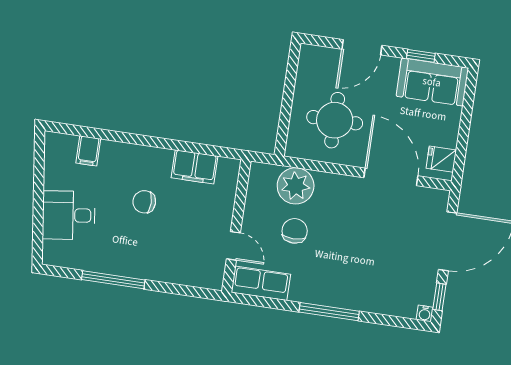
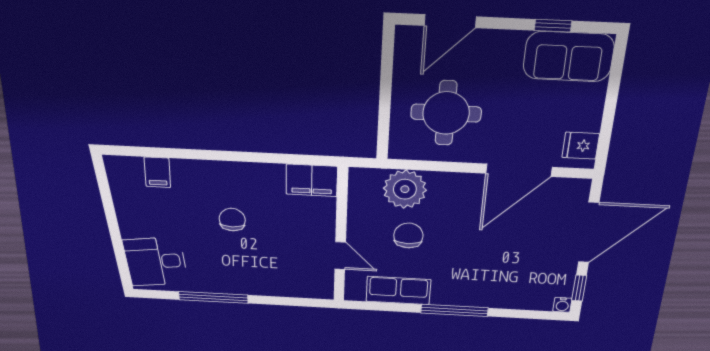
door: (362, 47) -> (450, 21), moved
filing cabinet: (195, 167) -> (312, 180), moved
door: (391, 177) -> (519, 170), swing flipped
chair: (144, 202) -> (232, 220), turned 90
desk: (69, 215) -> (156, 262), moved
row of seats: (261, 283) -> (398, 291), moved

